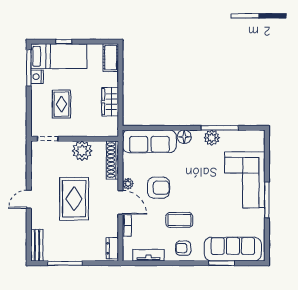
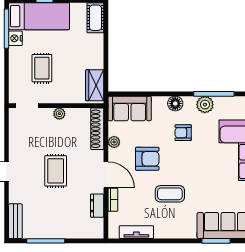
wardrobe: (110, 102) -> (95, 85), moved
sofa: (149, 141) -> (130, 108), width x0.73
plant: (82, 151) -> (59, 114), width x0.53, depth x0.53
plant: (128, 184) -> (114, 142), moved
rug: (74, 199) -> (56, 171), width x0.73, depth x0.70
dresser: (112, 248) -> (97, 206), moved
armchair: (183, 248) -> (183, 133), moved

